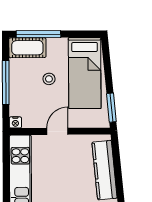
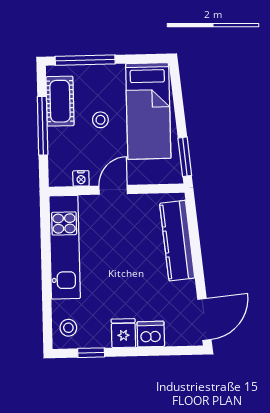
cot: (27, 48) -> (60, 101), moved, turned 90
nightstand: (15, 122) -> (81, 178), moved

